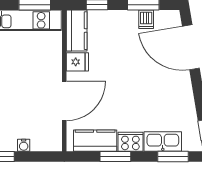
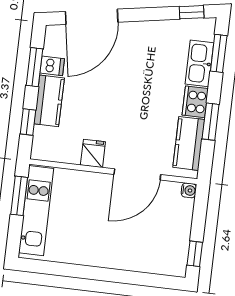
kitchen counter: (77, 31) -> (49, 101), moved, turned 90
door: (64, 101) -> (137, 174), swing flipped
water cooler: (24, 145) -> (189, 190), moved

